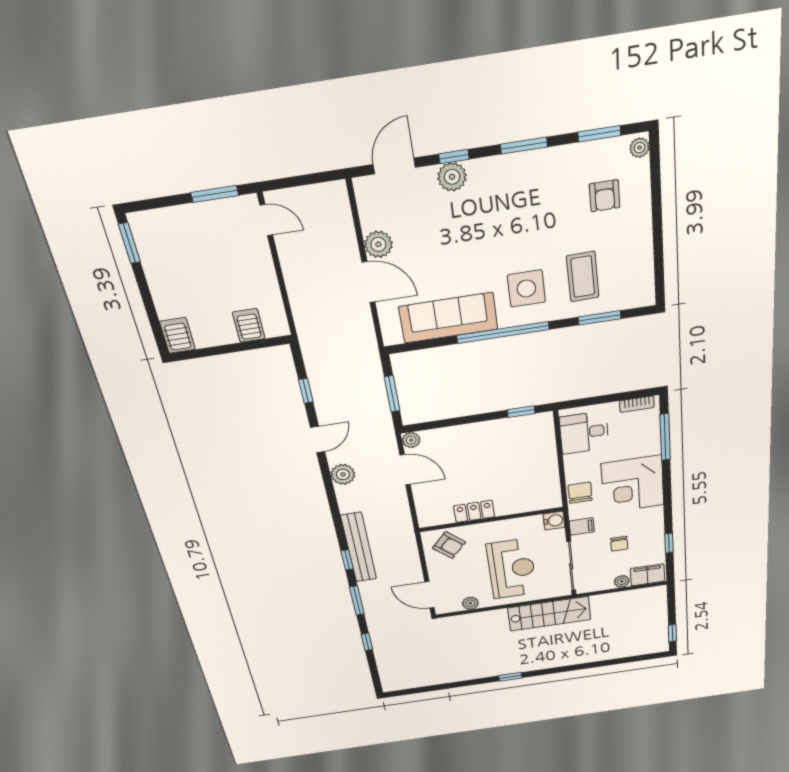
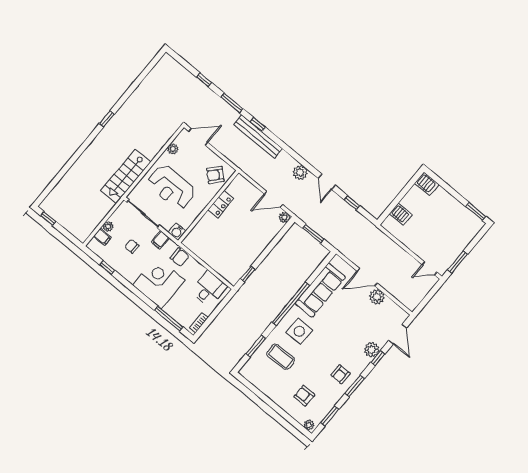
armchair: (528, 181) -> (340, 374), added
filing cabinet: (647, 575) -> (102, 237), width x0.50

